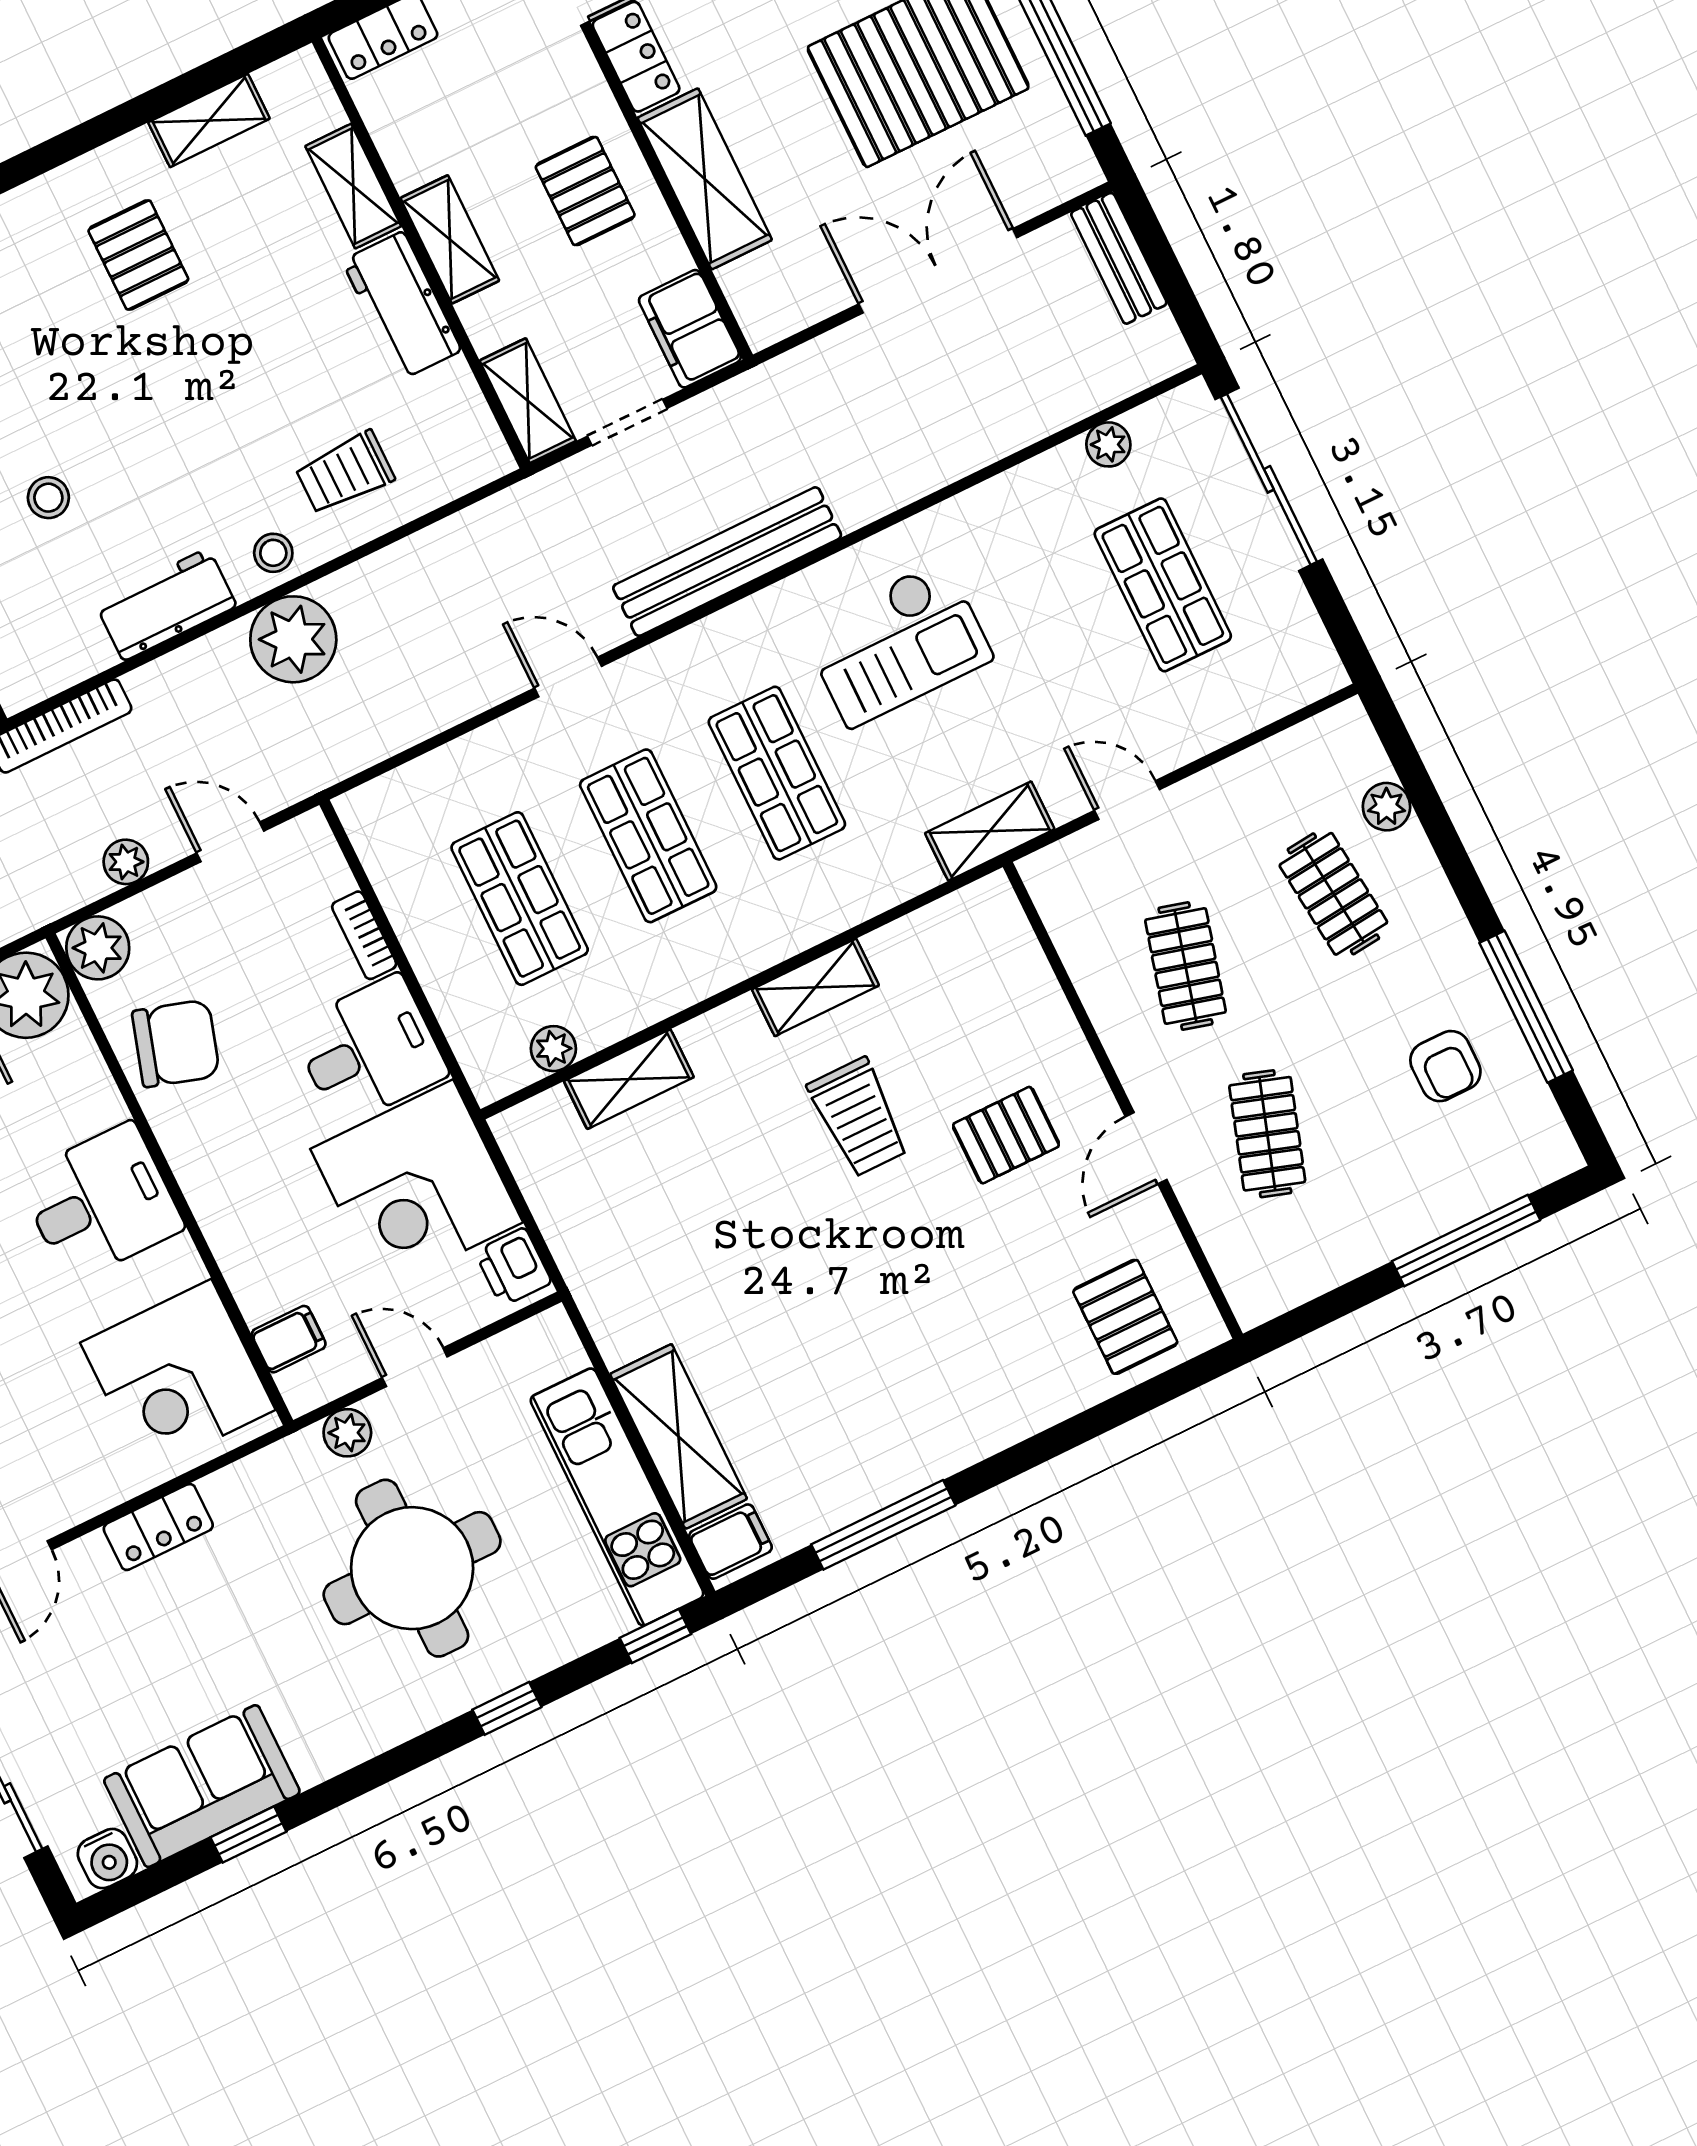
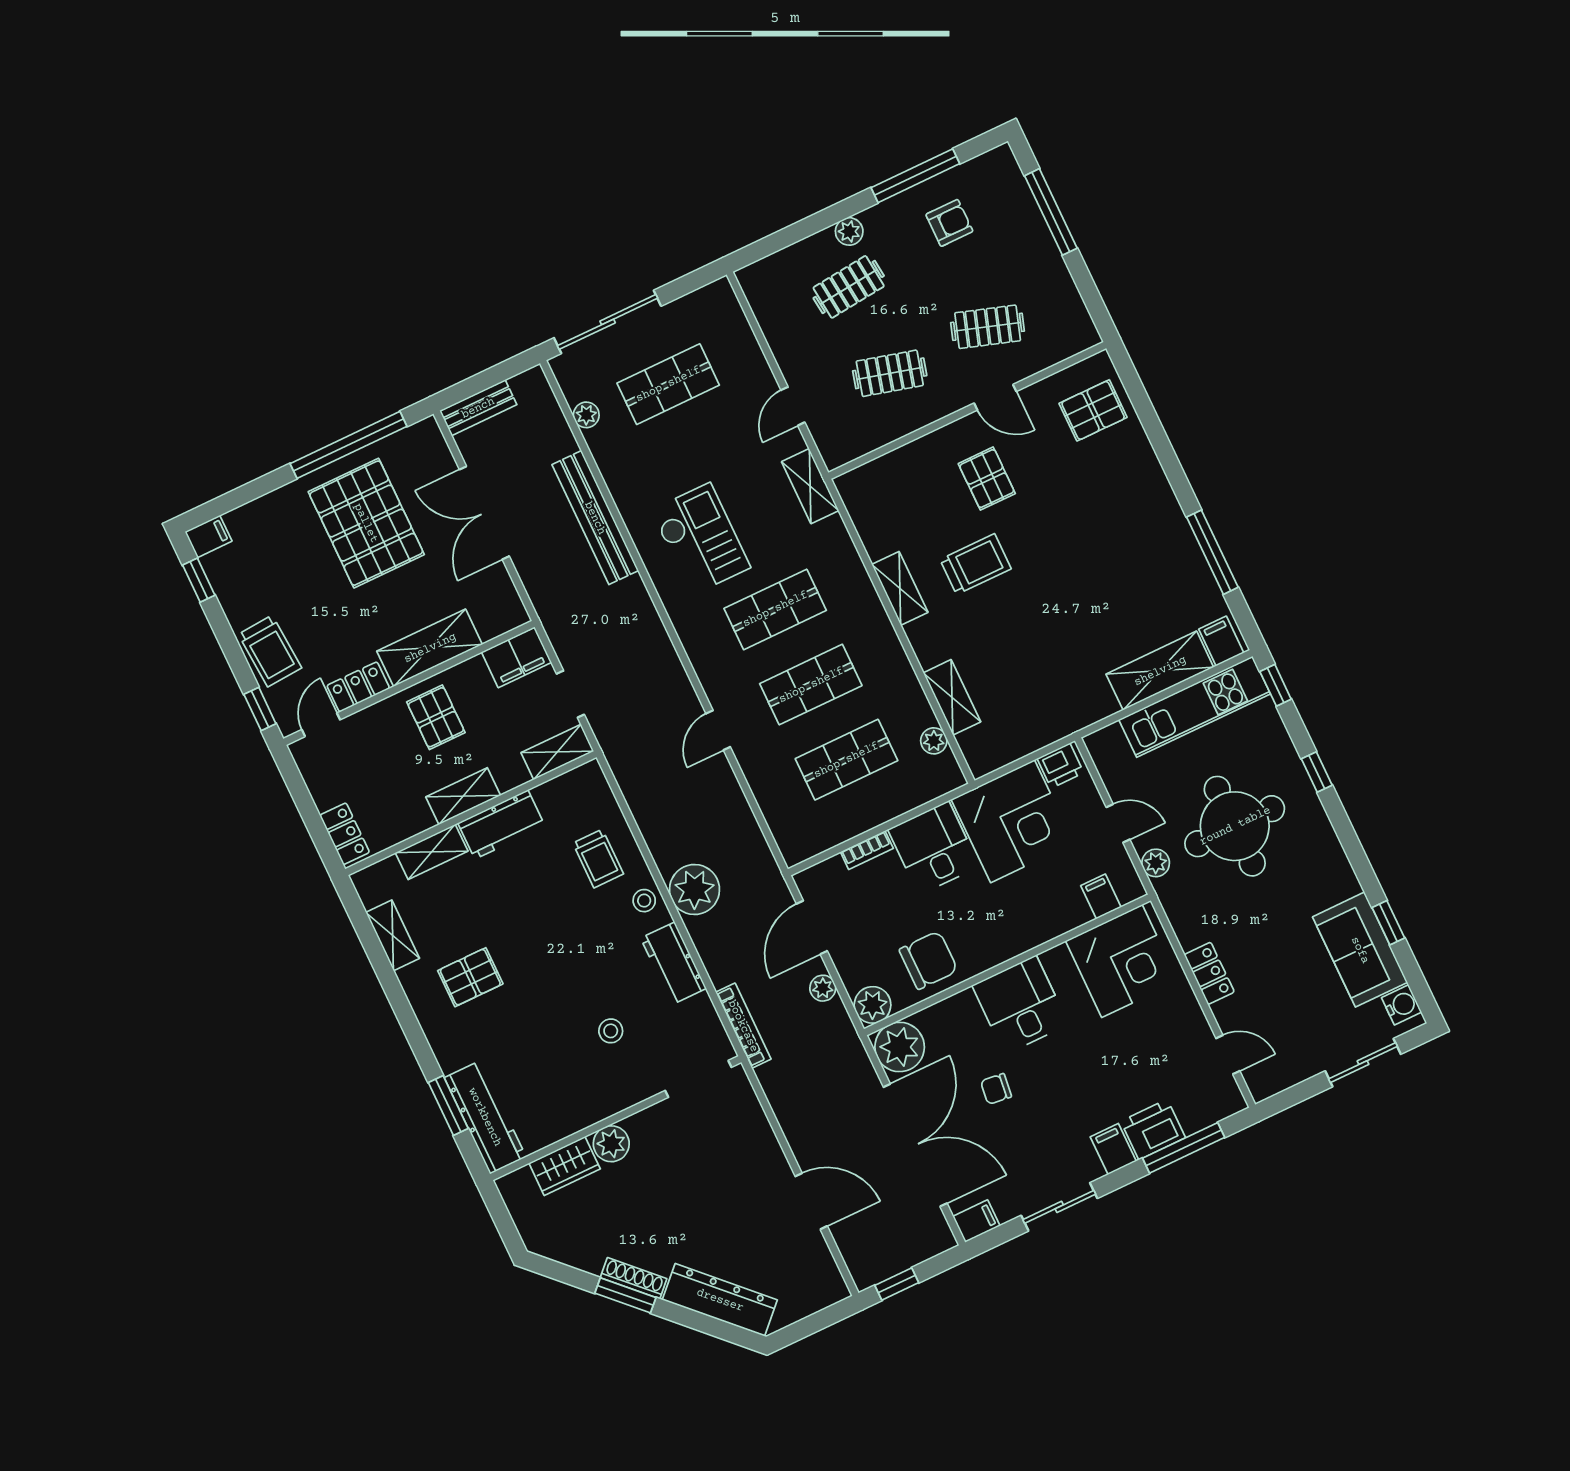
pallet: (585, 191) -> (436, 717), turned 90
bench: (727, 562) -> (595, 518), moved
plant: (1386, 807) -> (849, 231), moved
door: (230, 842) -> (812, 927), width x1.38
chair: (176, 1043) -> (929, 960), turned 73
door: (415, 1367) -> (1118, 823), swing flipped

